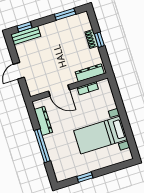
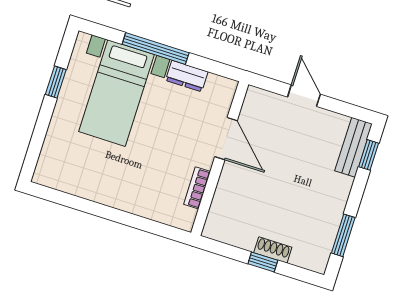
dresser: (90, 73) -> (220, 209), removed
door: (59, 91) -> (226, 139), swing flipped
dresser: (43, 121) -> (187, 76), width x0.70
bed with nightstands: (100, 135) -> (117, 93), moved, turned 180

